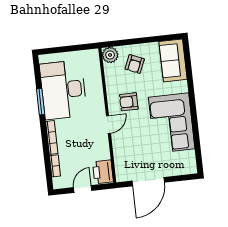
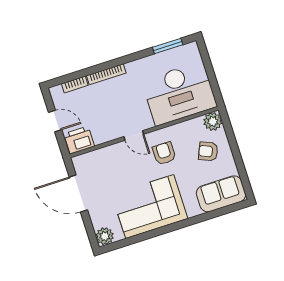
desk: (63, 90) -> (179, 93), moved, turned 180
window: (41, 102) -> (168, 46), moved
plant: (189, 167) -> (105, 236), added

